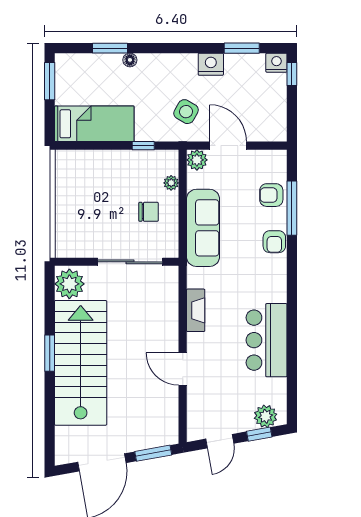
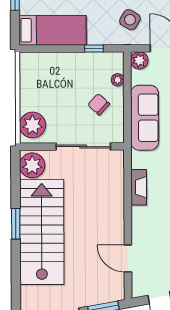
chair: (149, 212) -> (99, 104), turned -137
plant: (70, 236) -> (33, 125), added
door: (183, 369) -> (128, 258), moved

